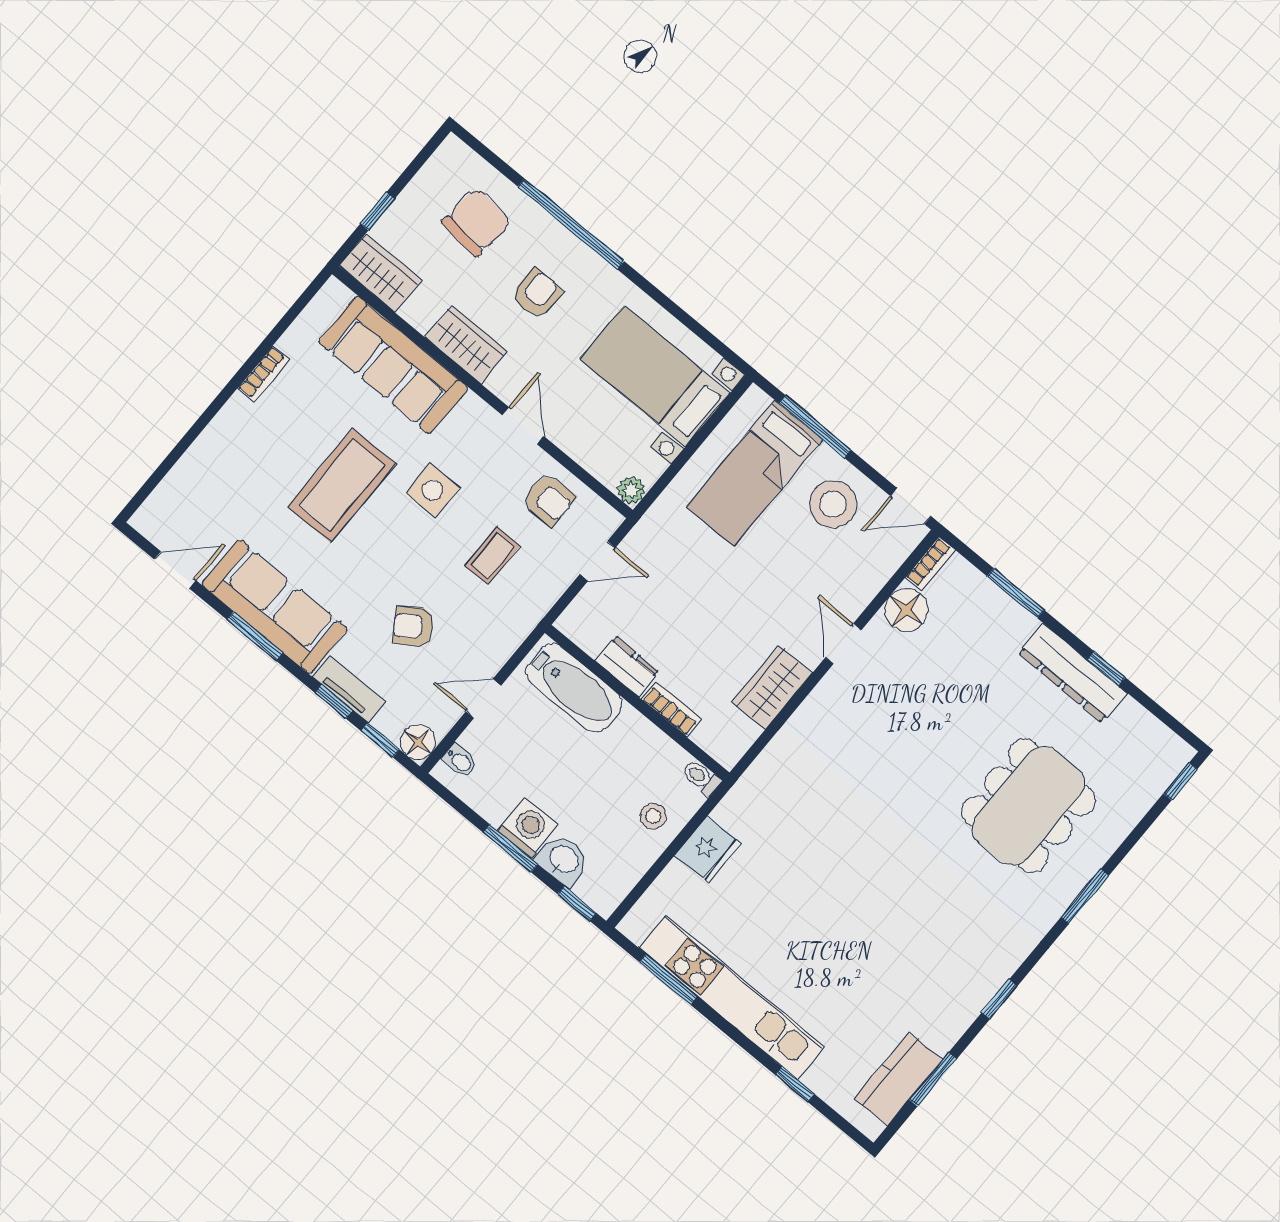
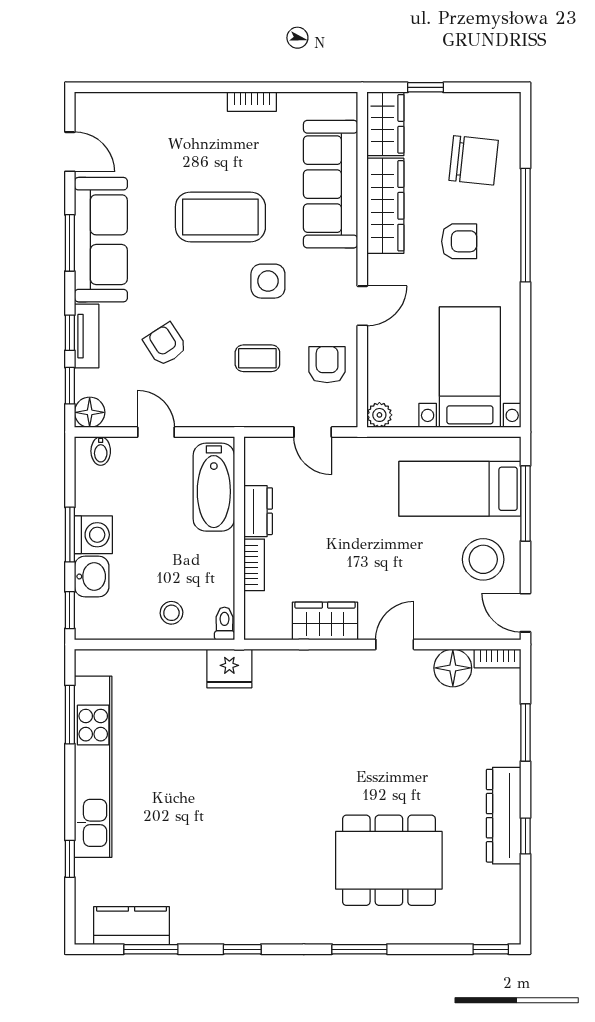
wardrobe: (466, 344) -> (385, 206), width x1.50
armchair: (549, 499) -> (327, 365), turned 180
fridge: (708, 849) -> (229, 668), moved

